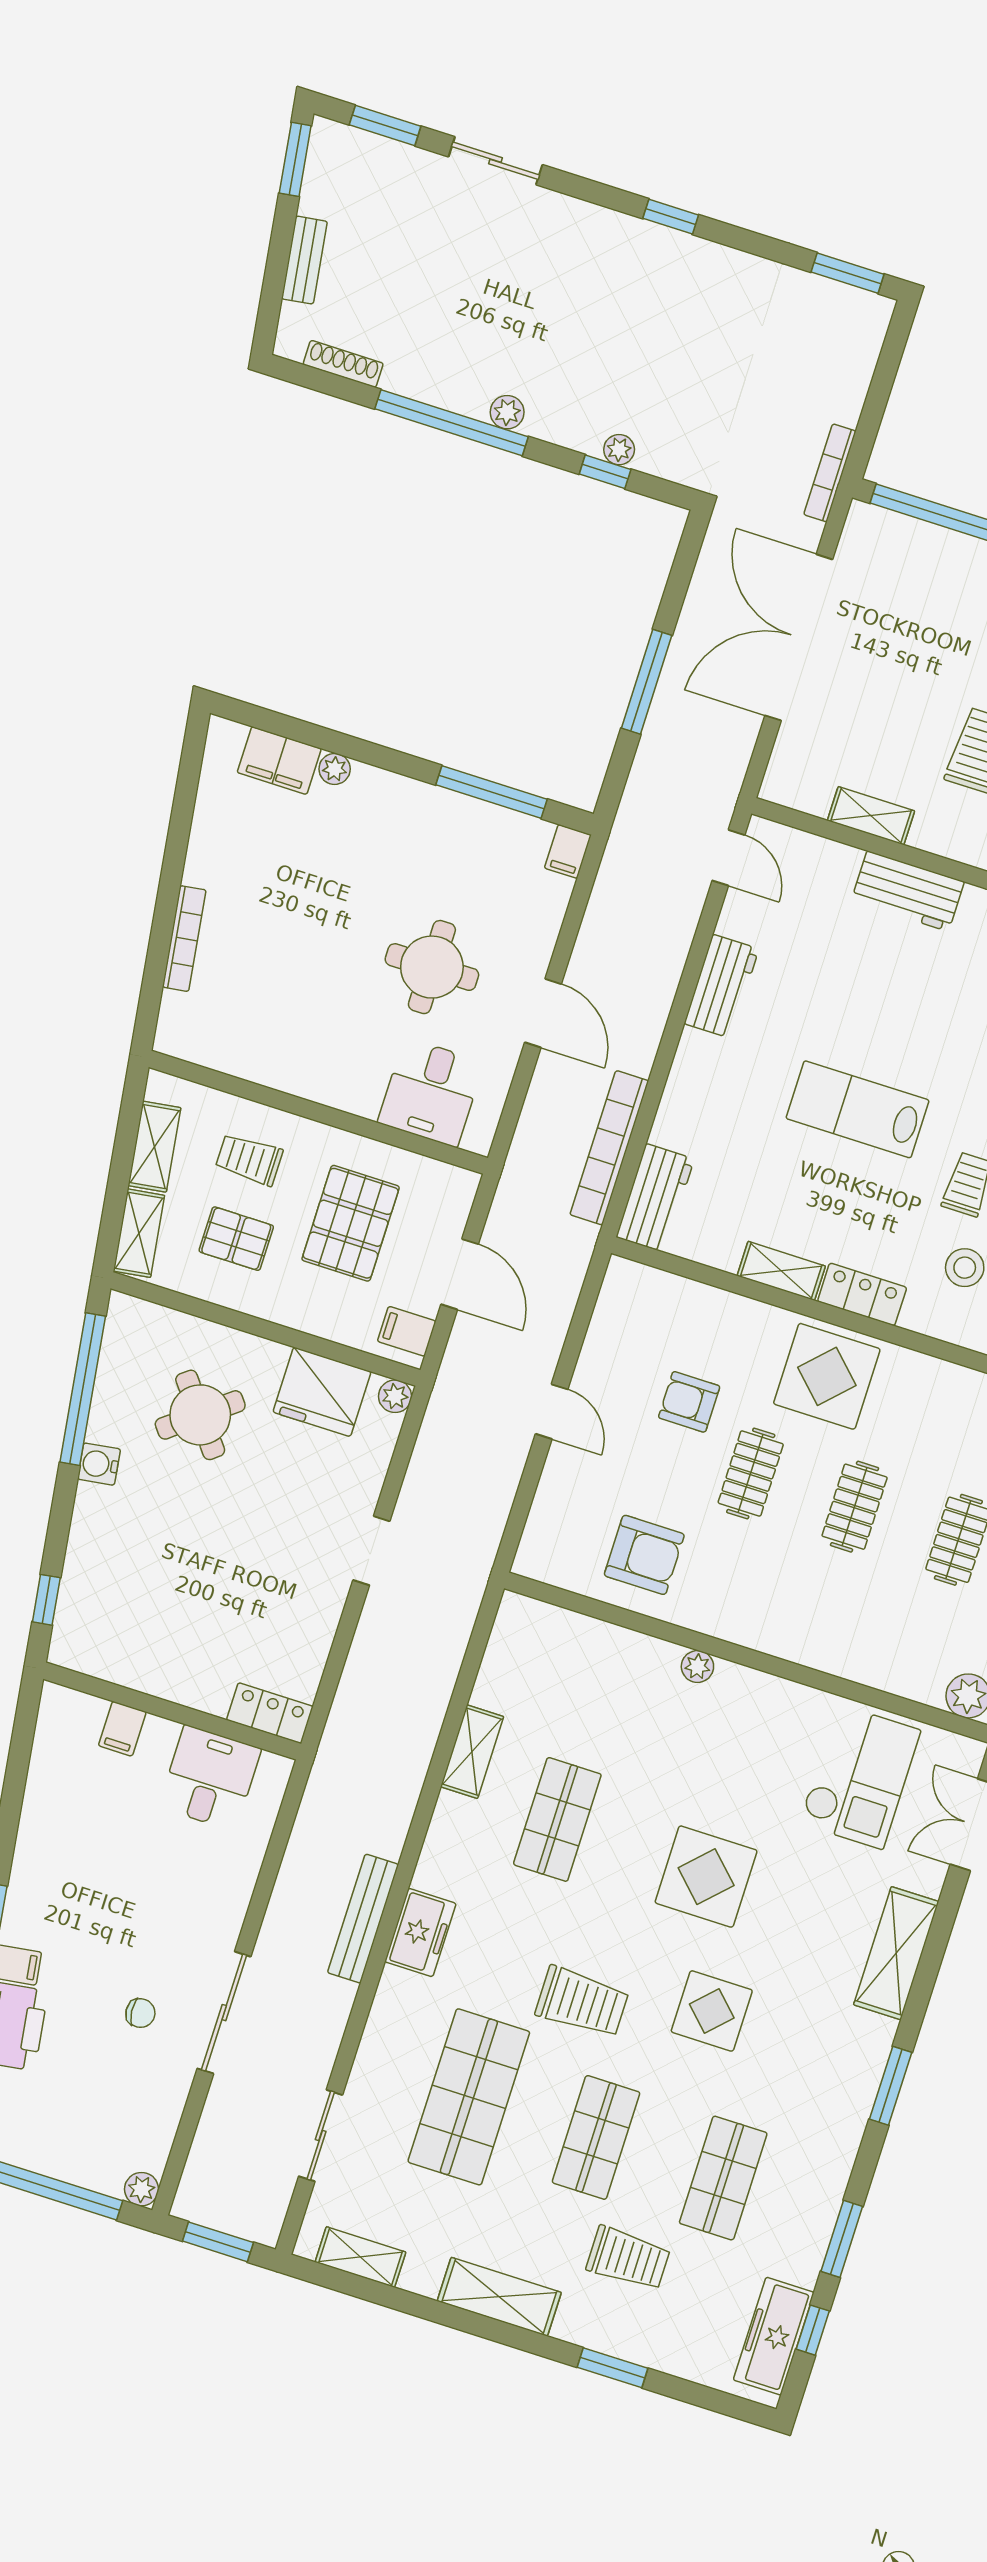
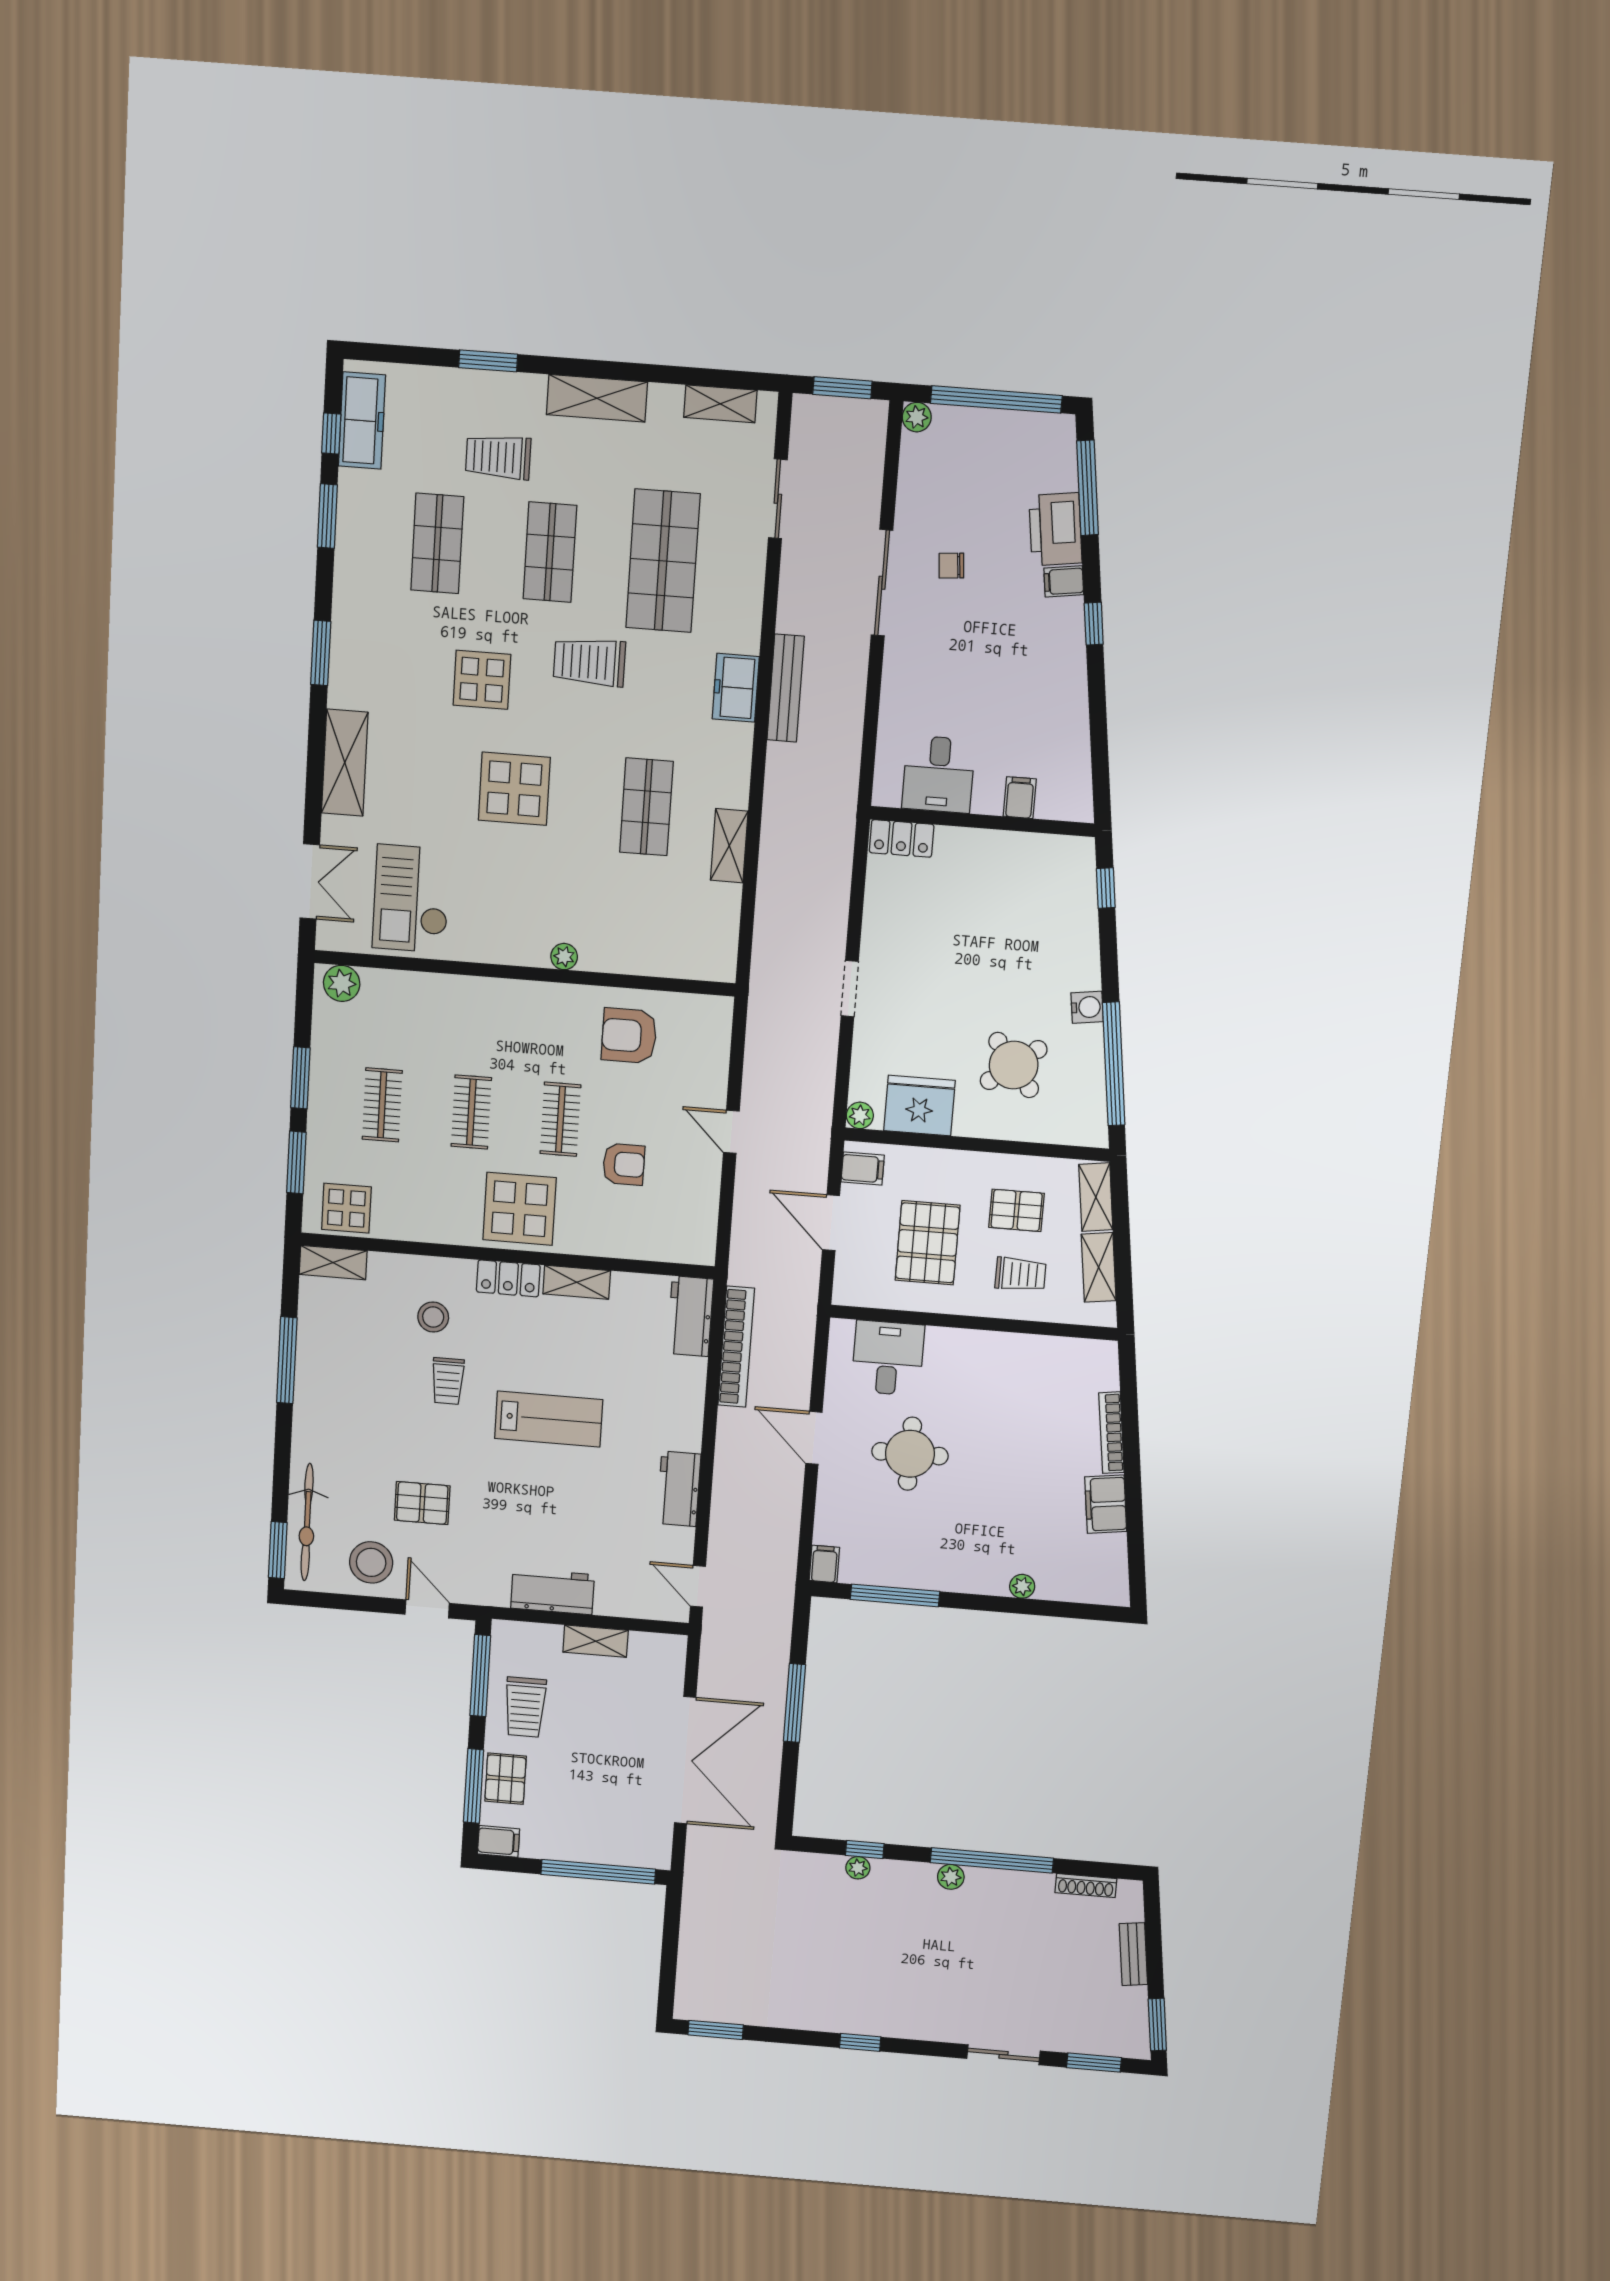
bookcase: (830, 473) -> (692, 1885), removed
filing cabinet: (279, 761) -> (1106, 1504), moved, turned -98

